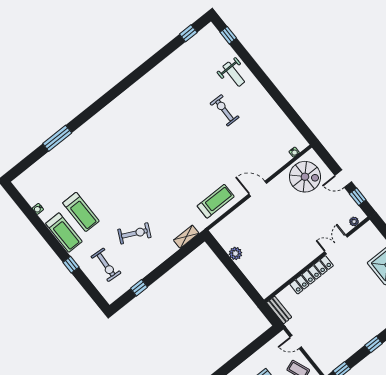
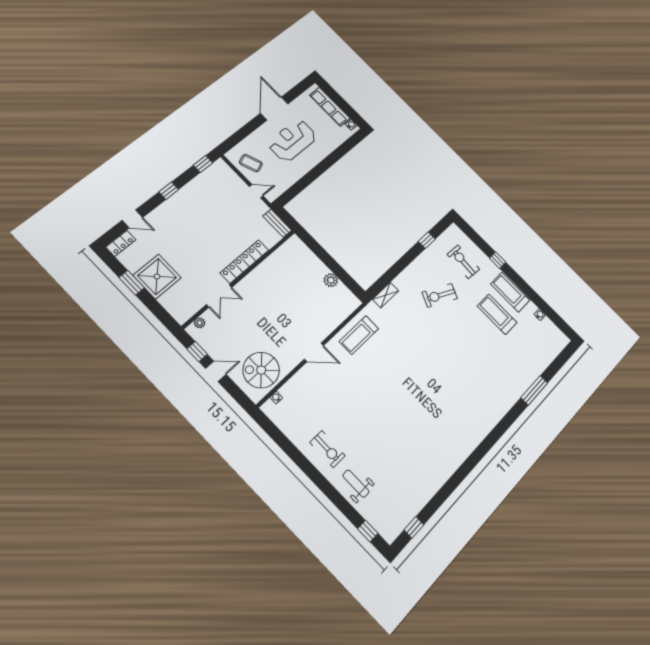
exercise bike: (225, 110) -> (328, 449), moved

